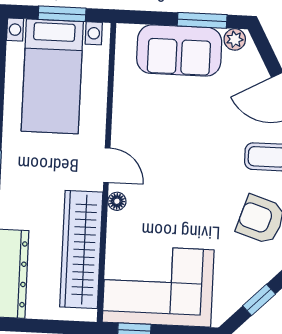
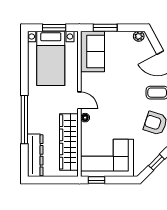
window: (202, 20) -> (105, 28), moved
sofa: (179, 50) -> (93, 52), moved, turned -90

